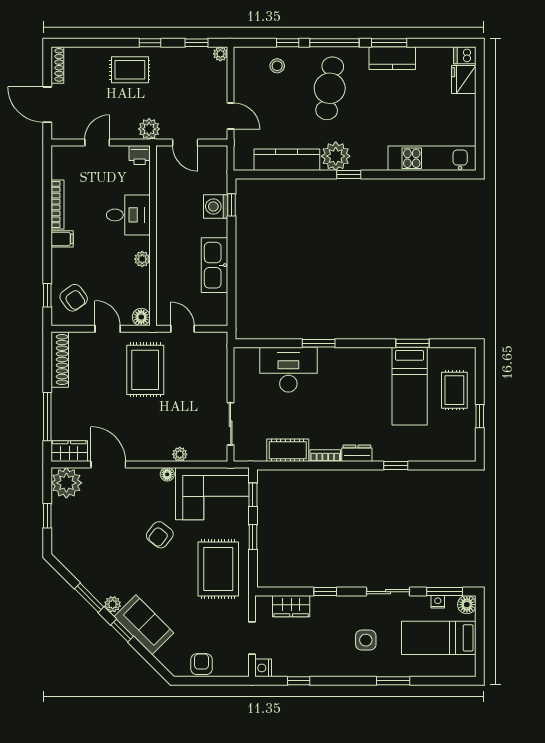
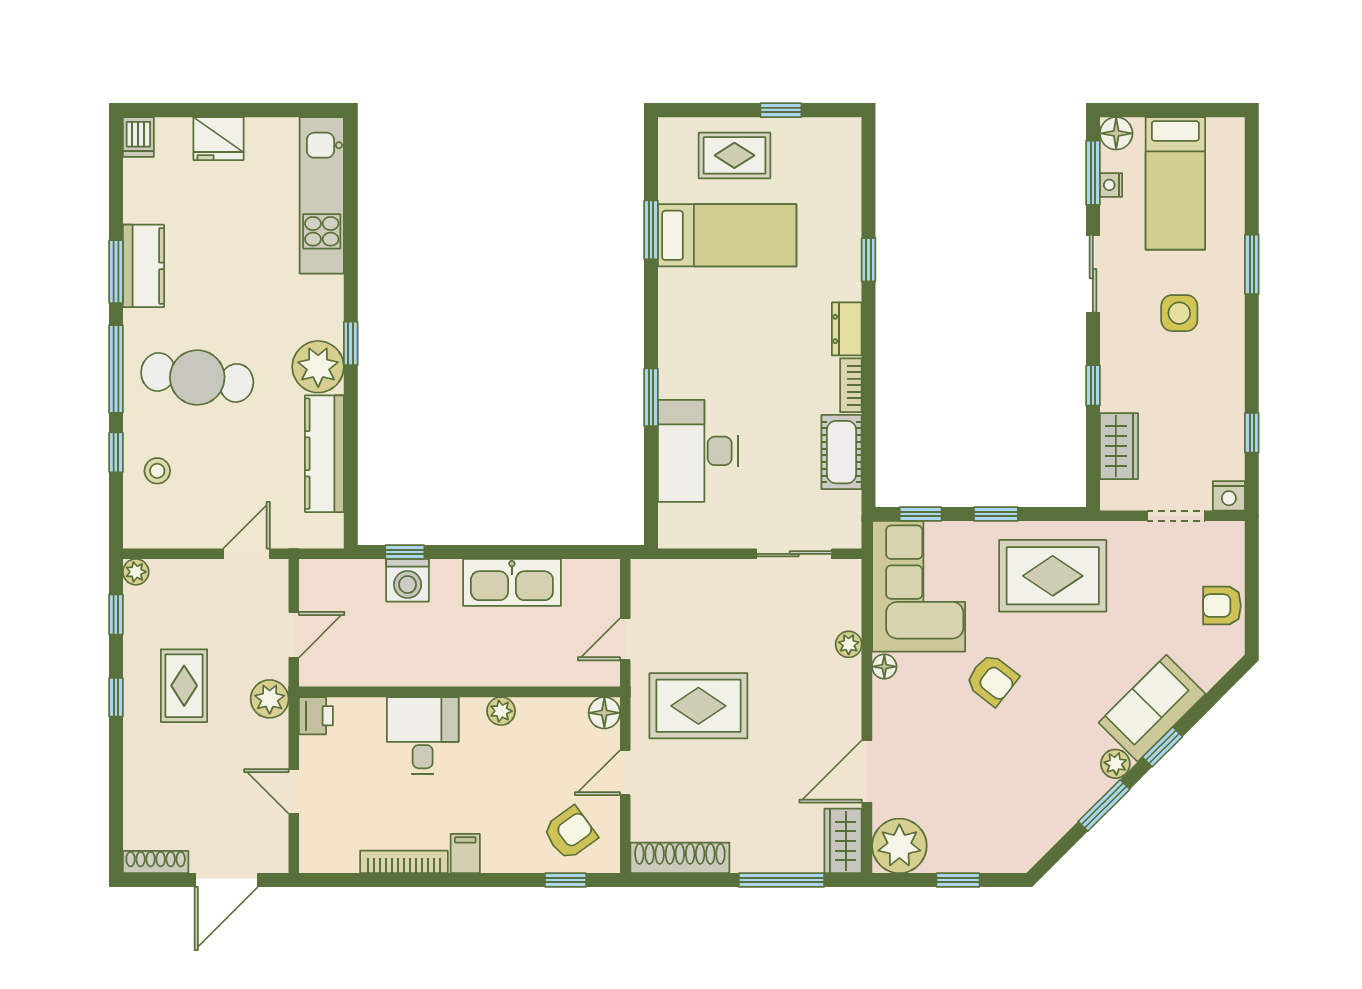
rug: (130, 70) -> (184, 686), moved
fridge: (464, 80) -> (219, 139), moved

